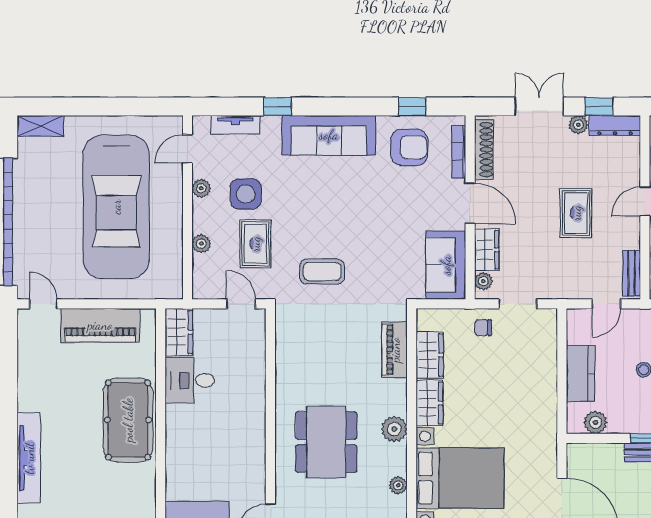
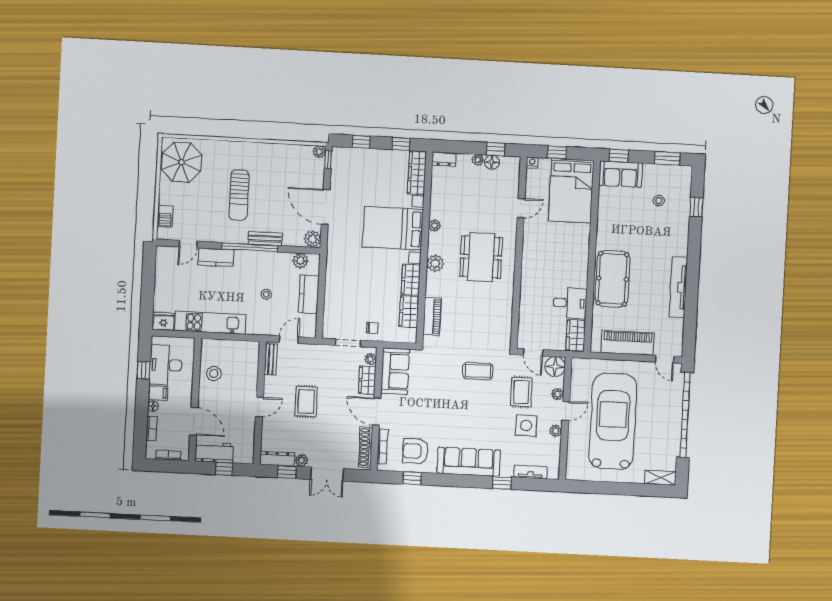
door: (187, 149) -> (566, 411), moved
floor lamp: (207, 284) -> (555, 367), added
plant: (579, 456) -> (312, 239), added
tv unit: (29, 458) -> (678, 287), moved

